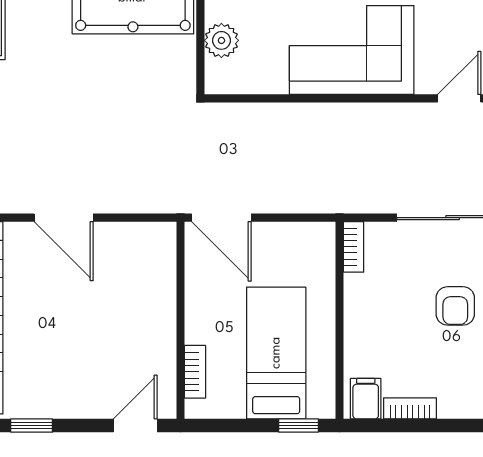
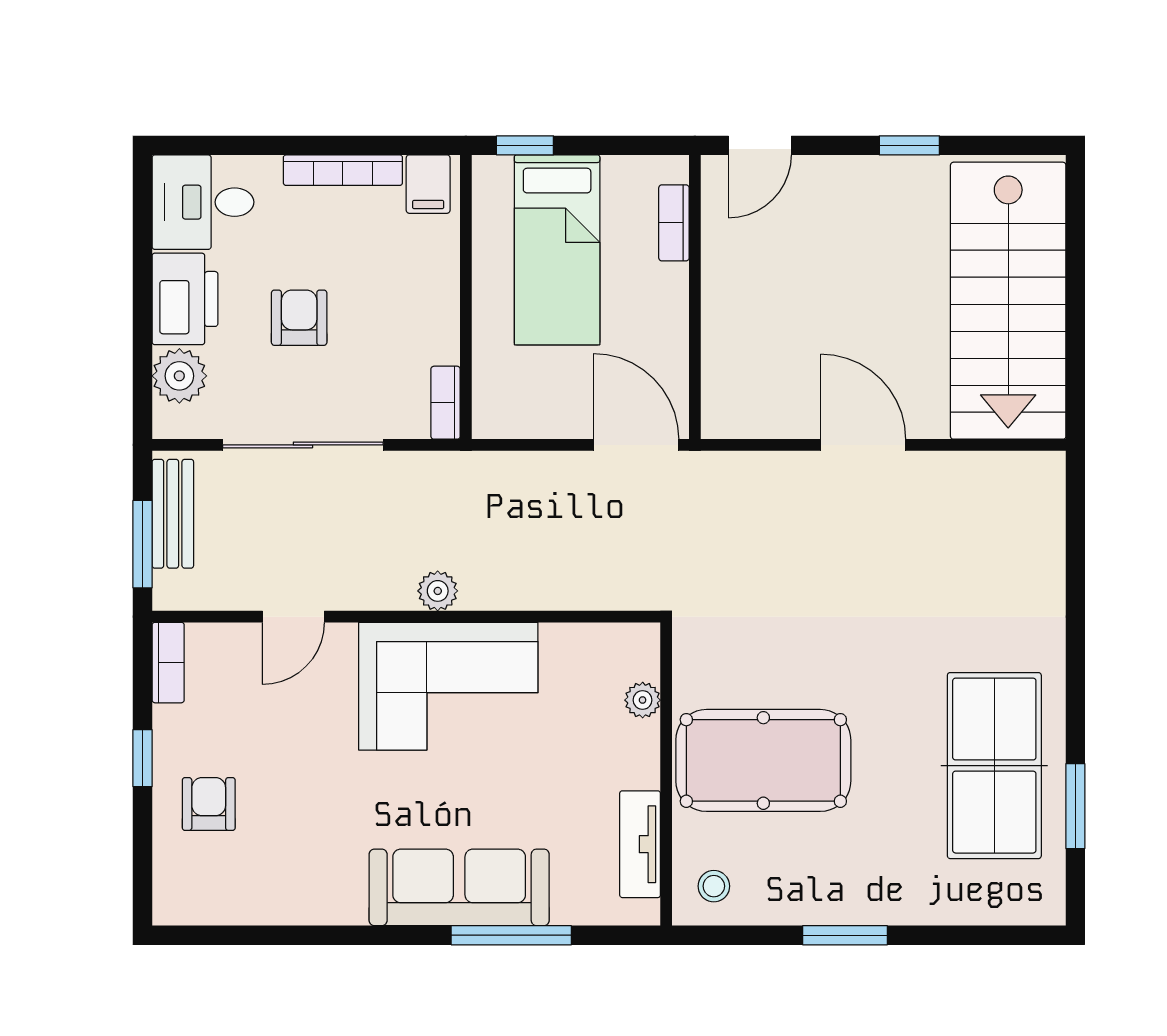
plant: (221, 40) -> (643, 700), width x0.73, depth x0.73
plant: (359, 116) -> (438, 591), added
bookcase: (410, 408) -> (343, 170), width x1.56

